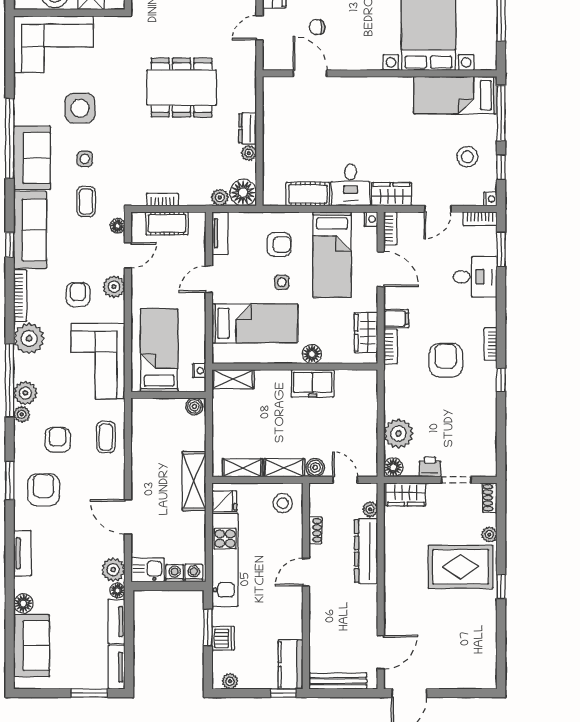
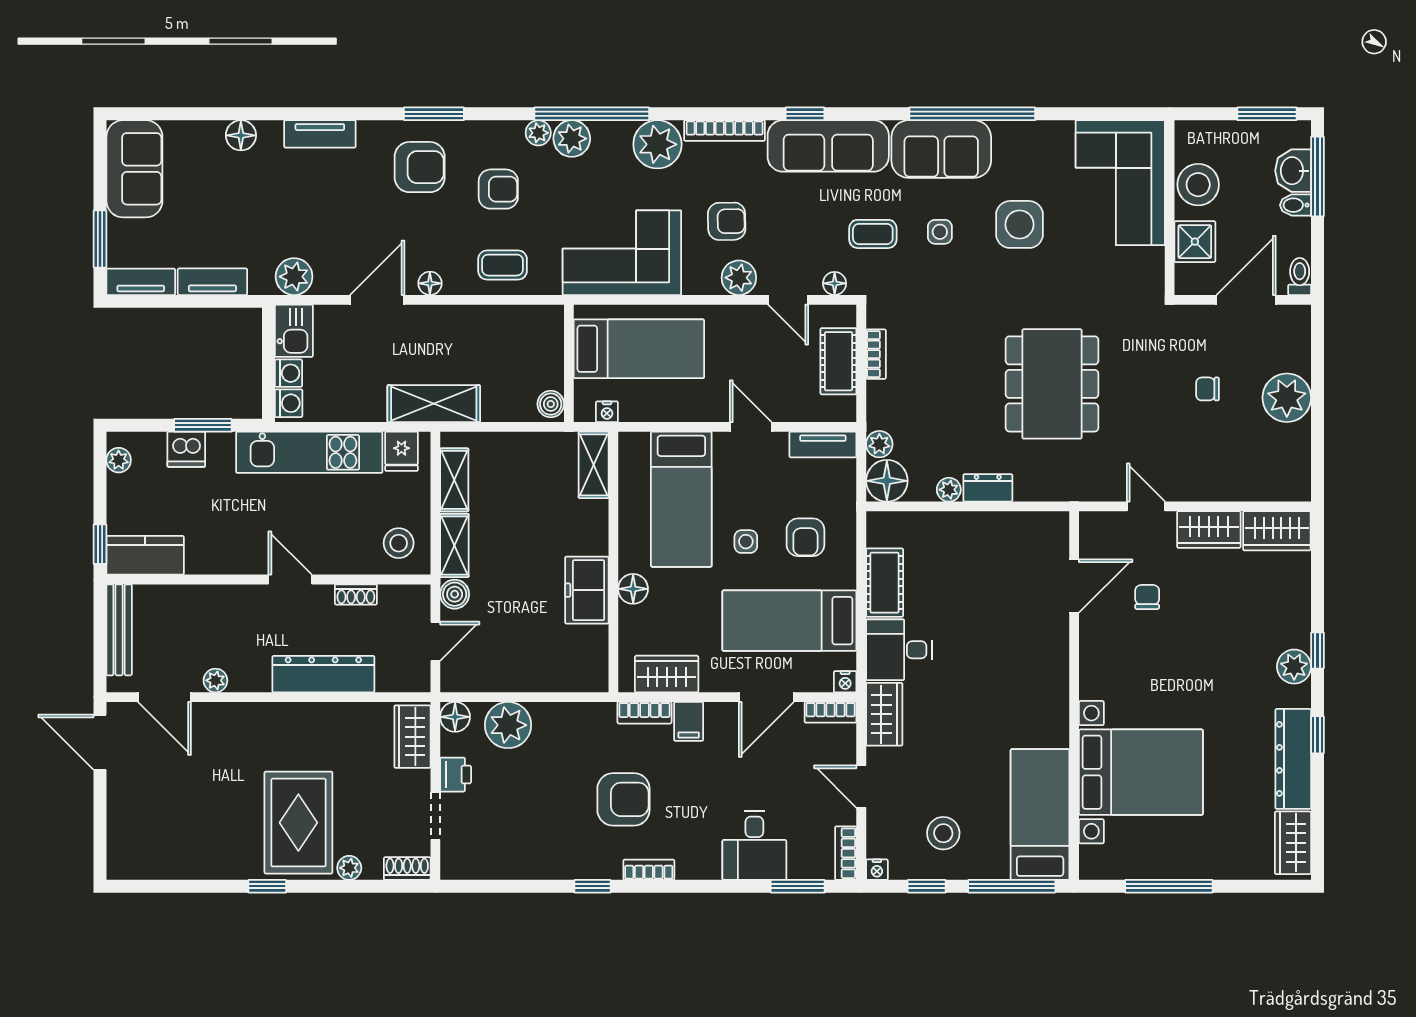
plant: (370, 509) -> (215, 680), moved
floor lamp: (117, 590) -> (430, 283), moved
sofa: (32, 646) -> (134, 169), moved, turned -90

